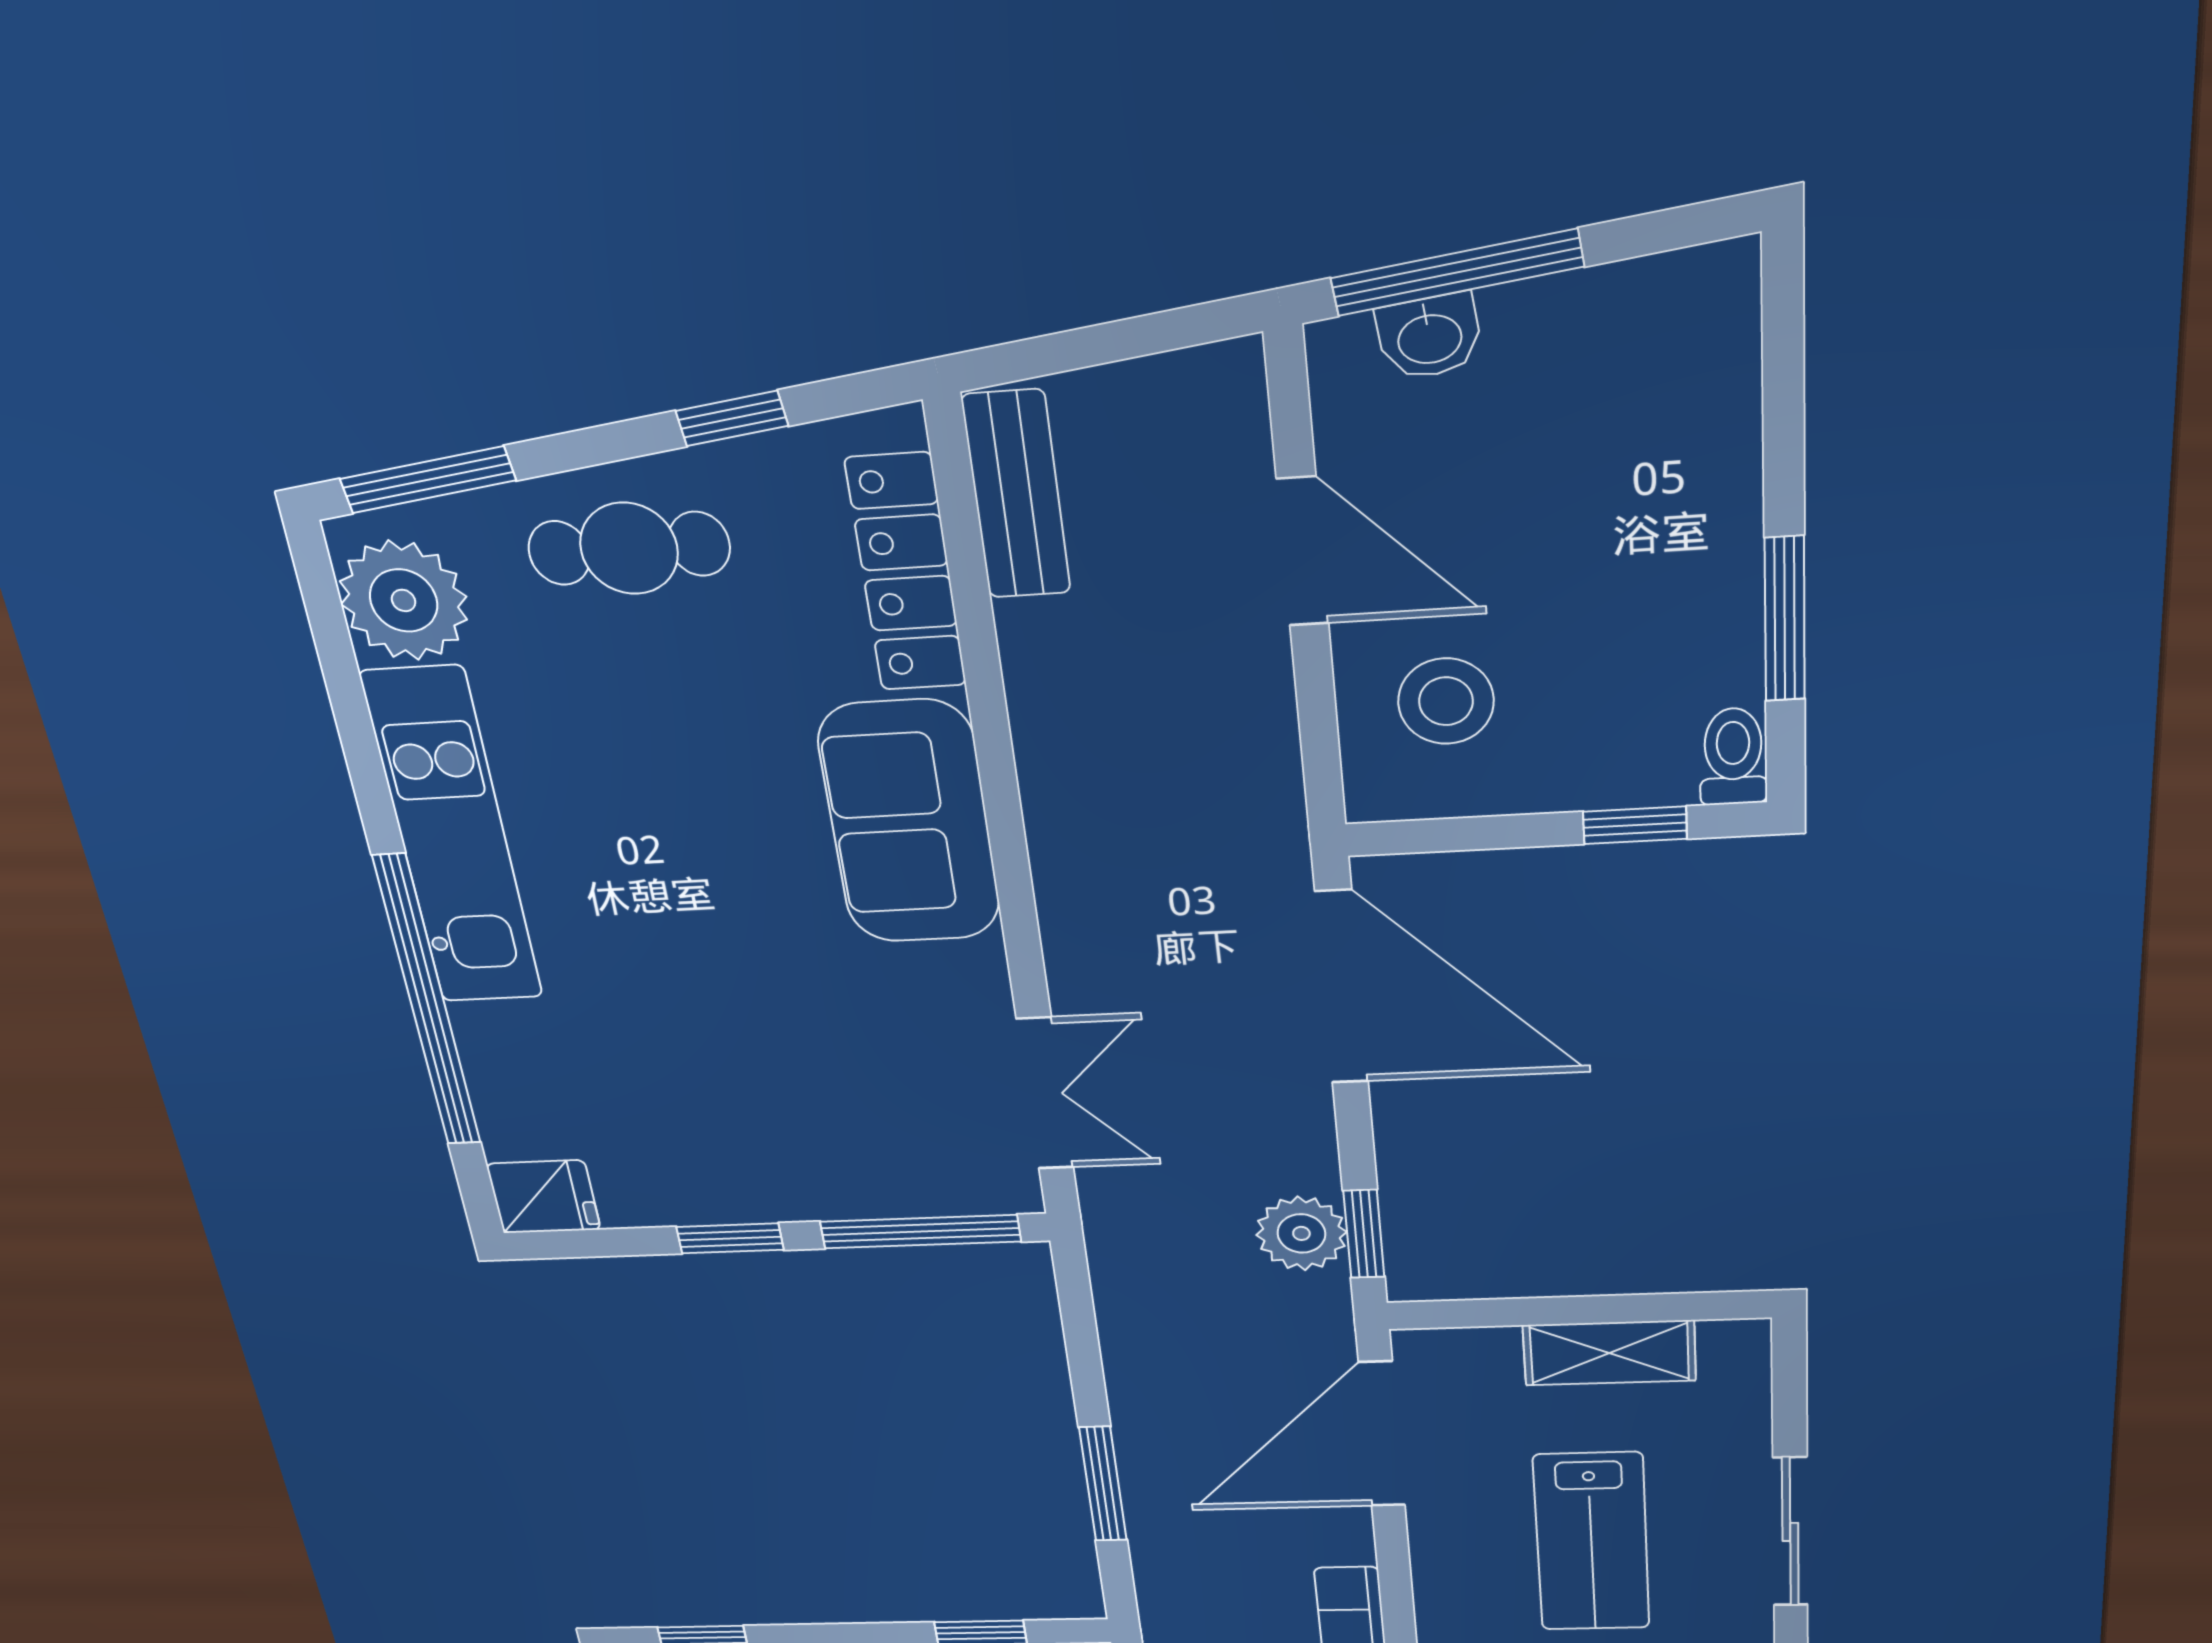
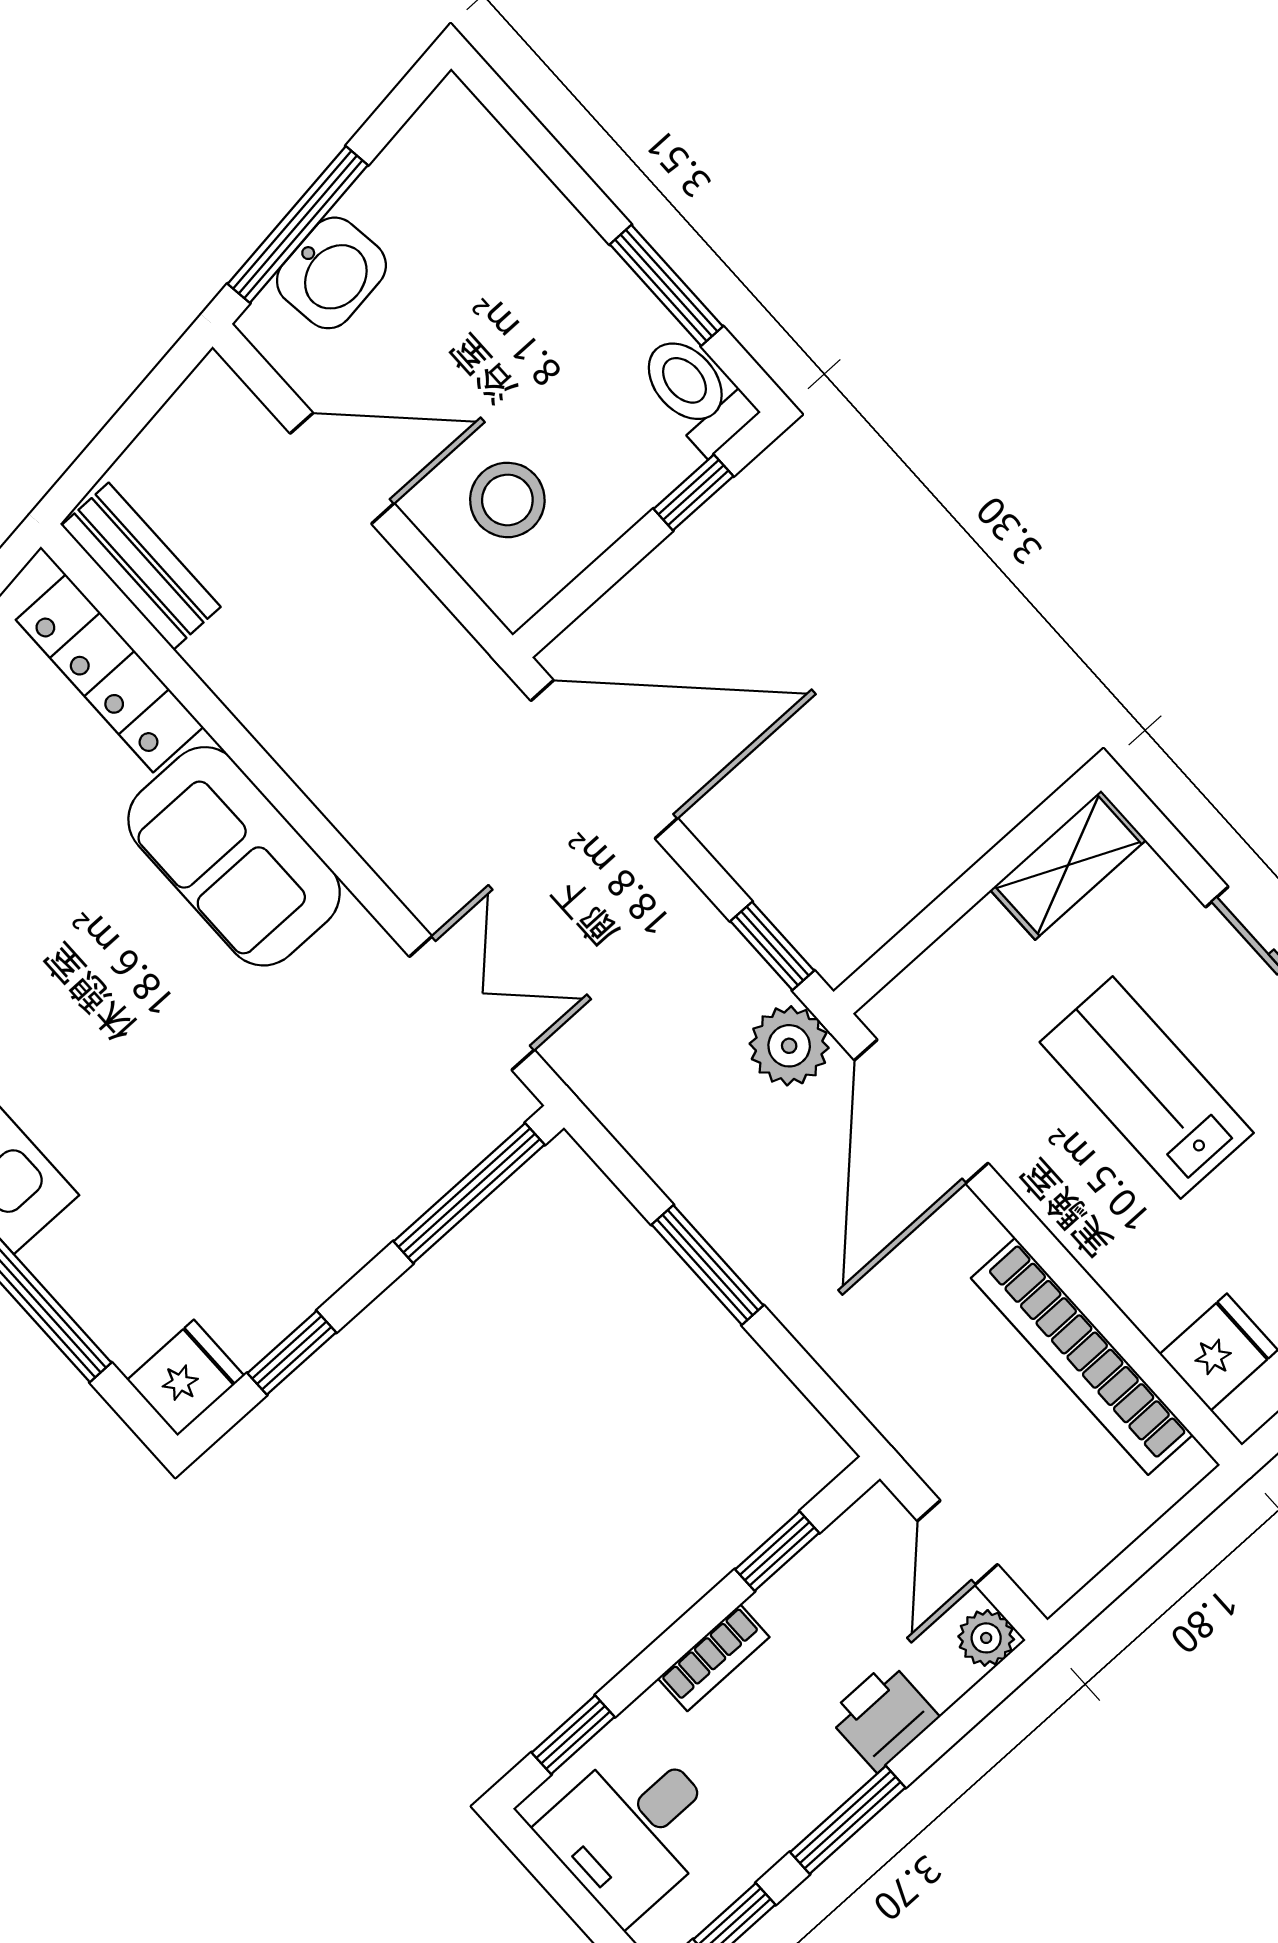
washbasin: (1429, 337) -> (331, 273), width x1.38, depth x1.45
toilet: (1733, 756) -> (695, 393), width x1.37, depth x1.39
plant: (1301, 1233) -> (789, 1046), moved
window: (730, 1238) -> (292, 1353), moved
shelving: (1609, 1353) -> (1068, 865), moved
window: (1103, 1484) -> (708, 1265), moved
lab bench: (1592, 1542) -> (1147, 1087), turned 180

